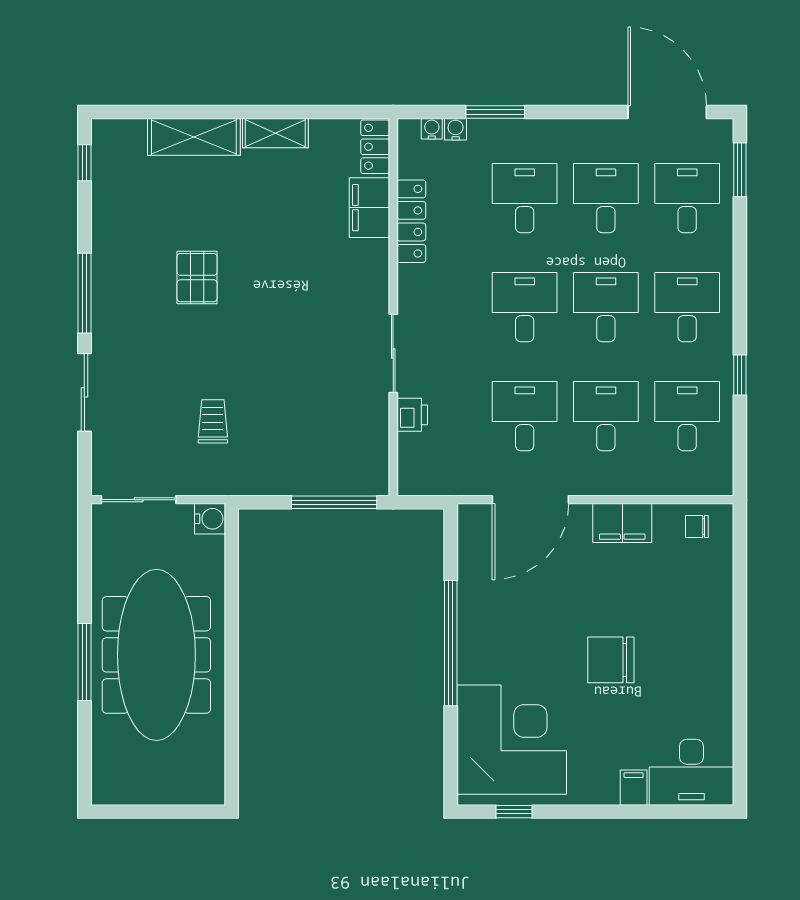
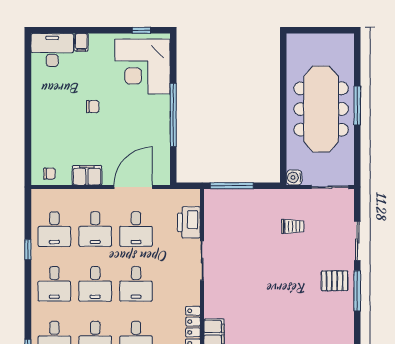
pallet: (197, 278) -> (335, 281), moved, turned 90
printer: (412, 415) -> (189, 222), width x1.87, depth x1.48
trolley: (213, 421) -> (293, 226), turned -90
chair: (611, 660) -> (93, 107), width x0.54, depth x0.54

